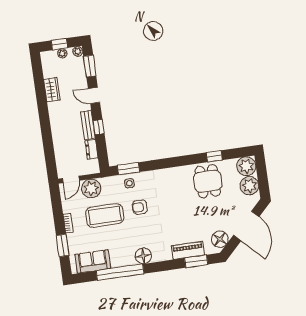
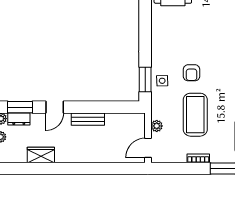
window: (99, 127) -> (92, 107), removed
dresser: (91, 149) -> (19, 119), moved
door: (71, 179) -> (148, 148), swing flipped
plant: (91, 188) -> (157, 126), width x0.53, depth x0.53

